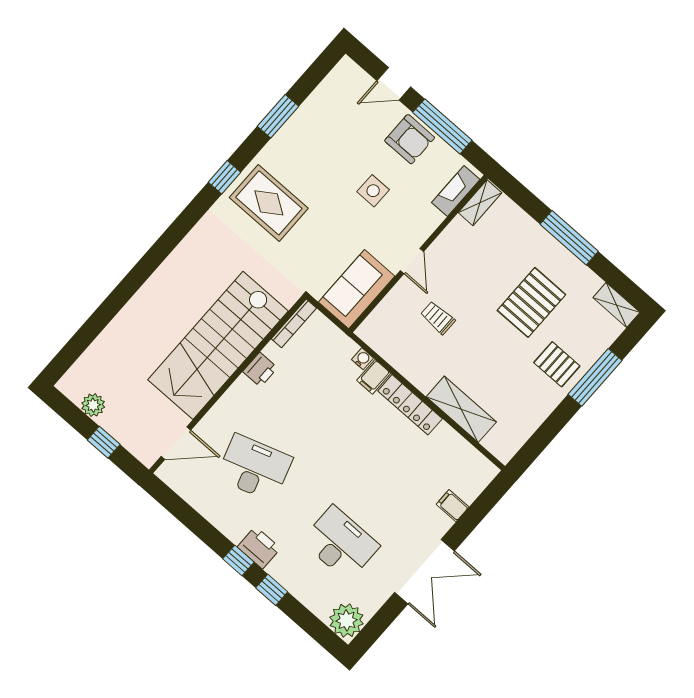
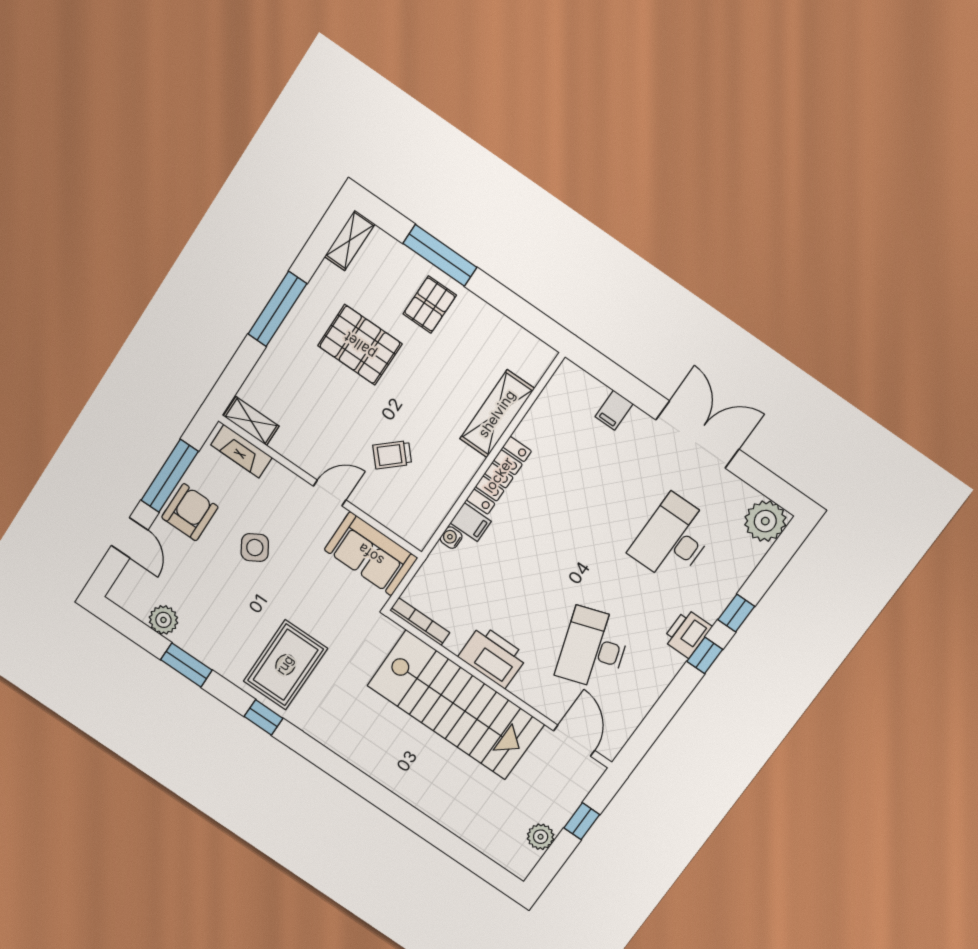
plant: (320, 102) -> (163, 620), added
side table: (373, 191) -> (255, 548), turned -31
trolley: (438, 318) -> (392, 455), turned 48
printer: (260, 370) -> (493, 656), width x1.87, depth x1.48

